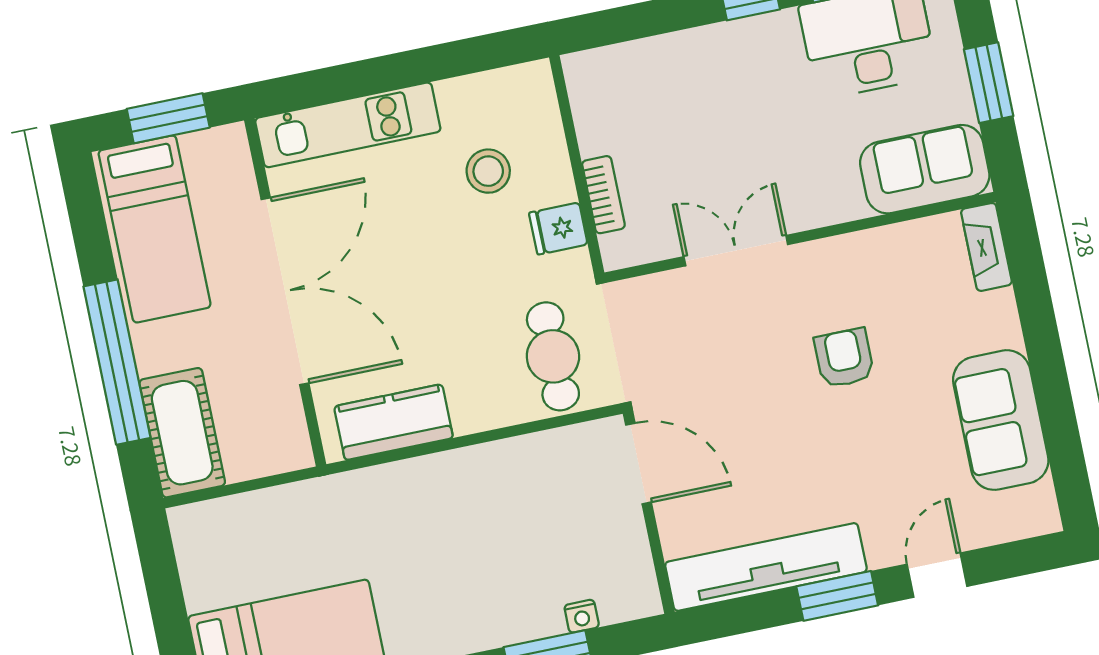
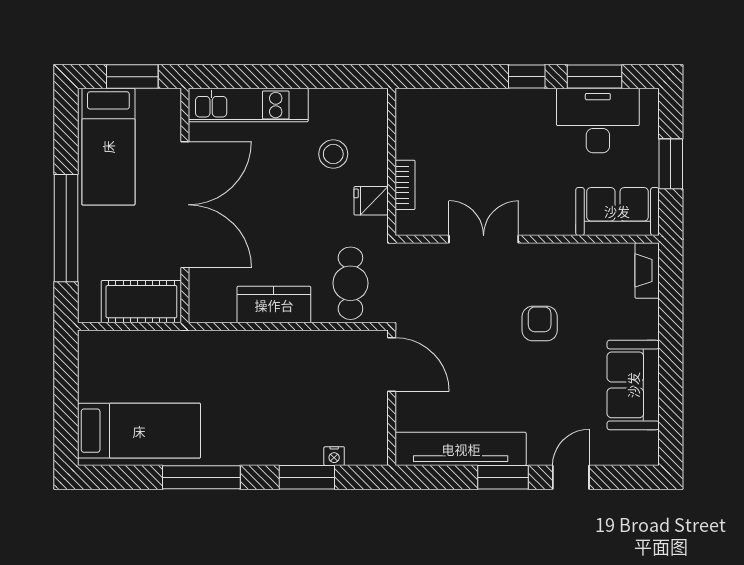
kitchen counter: (394, 422) -> (274, 305), moved
cot: (182, 433) -> (141, 302), moved, turned 90

